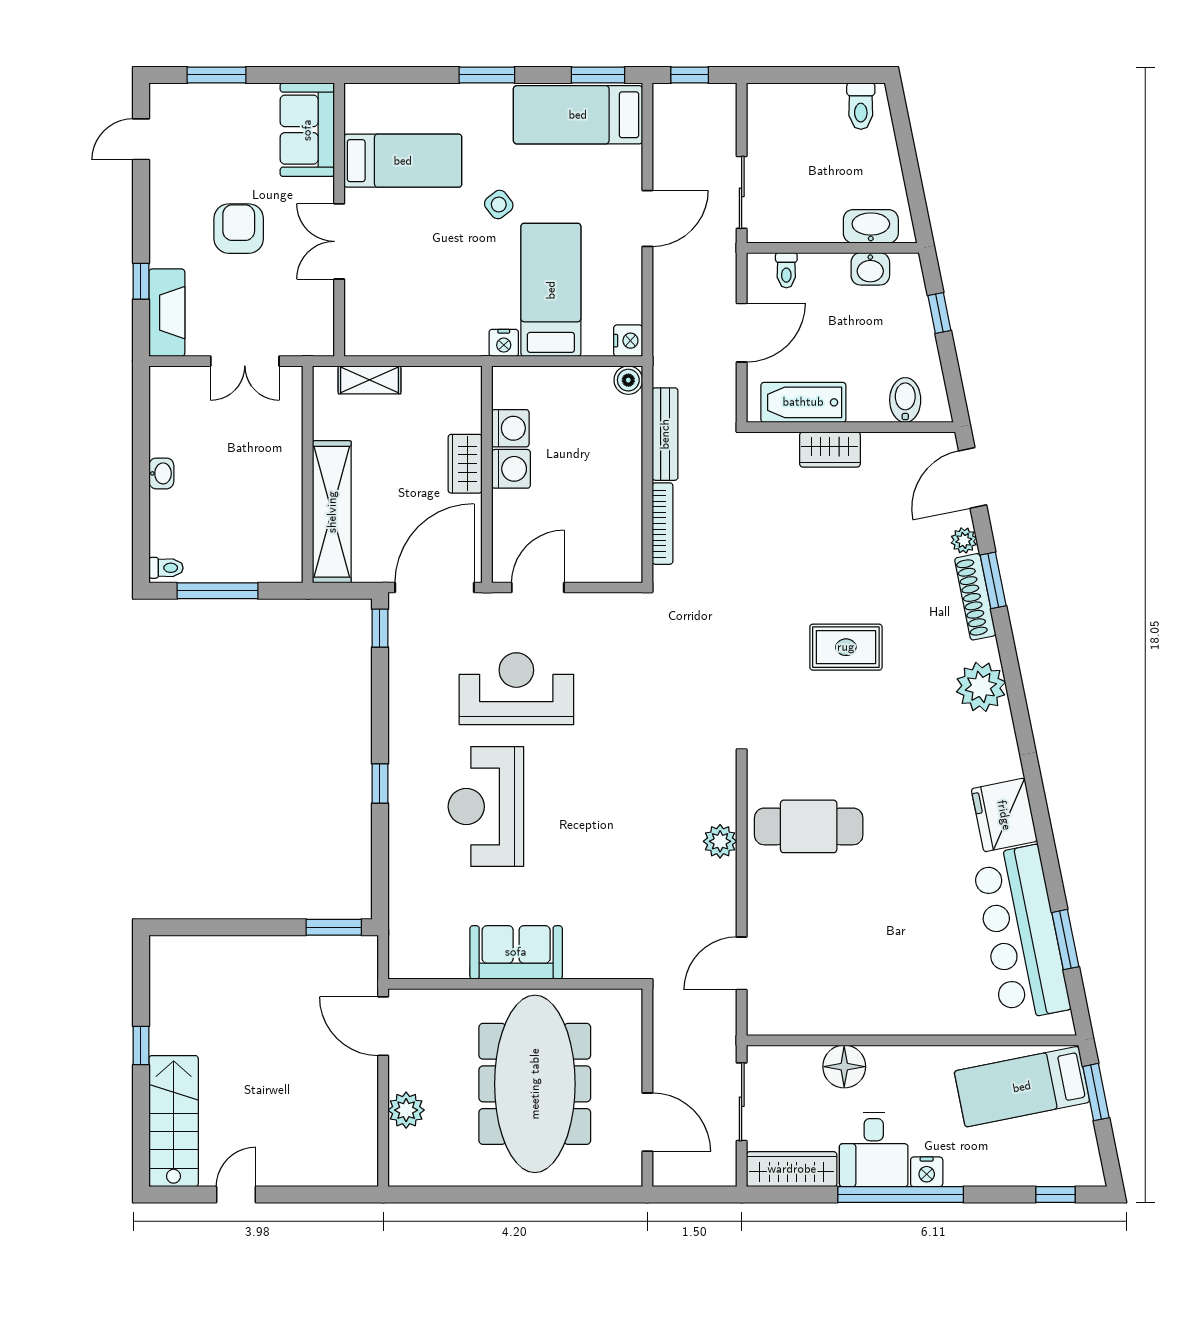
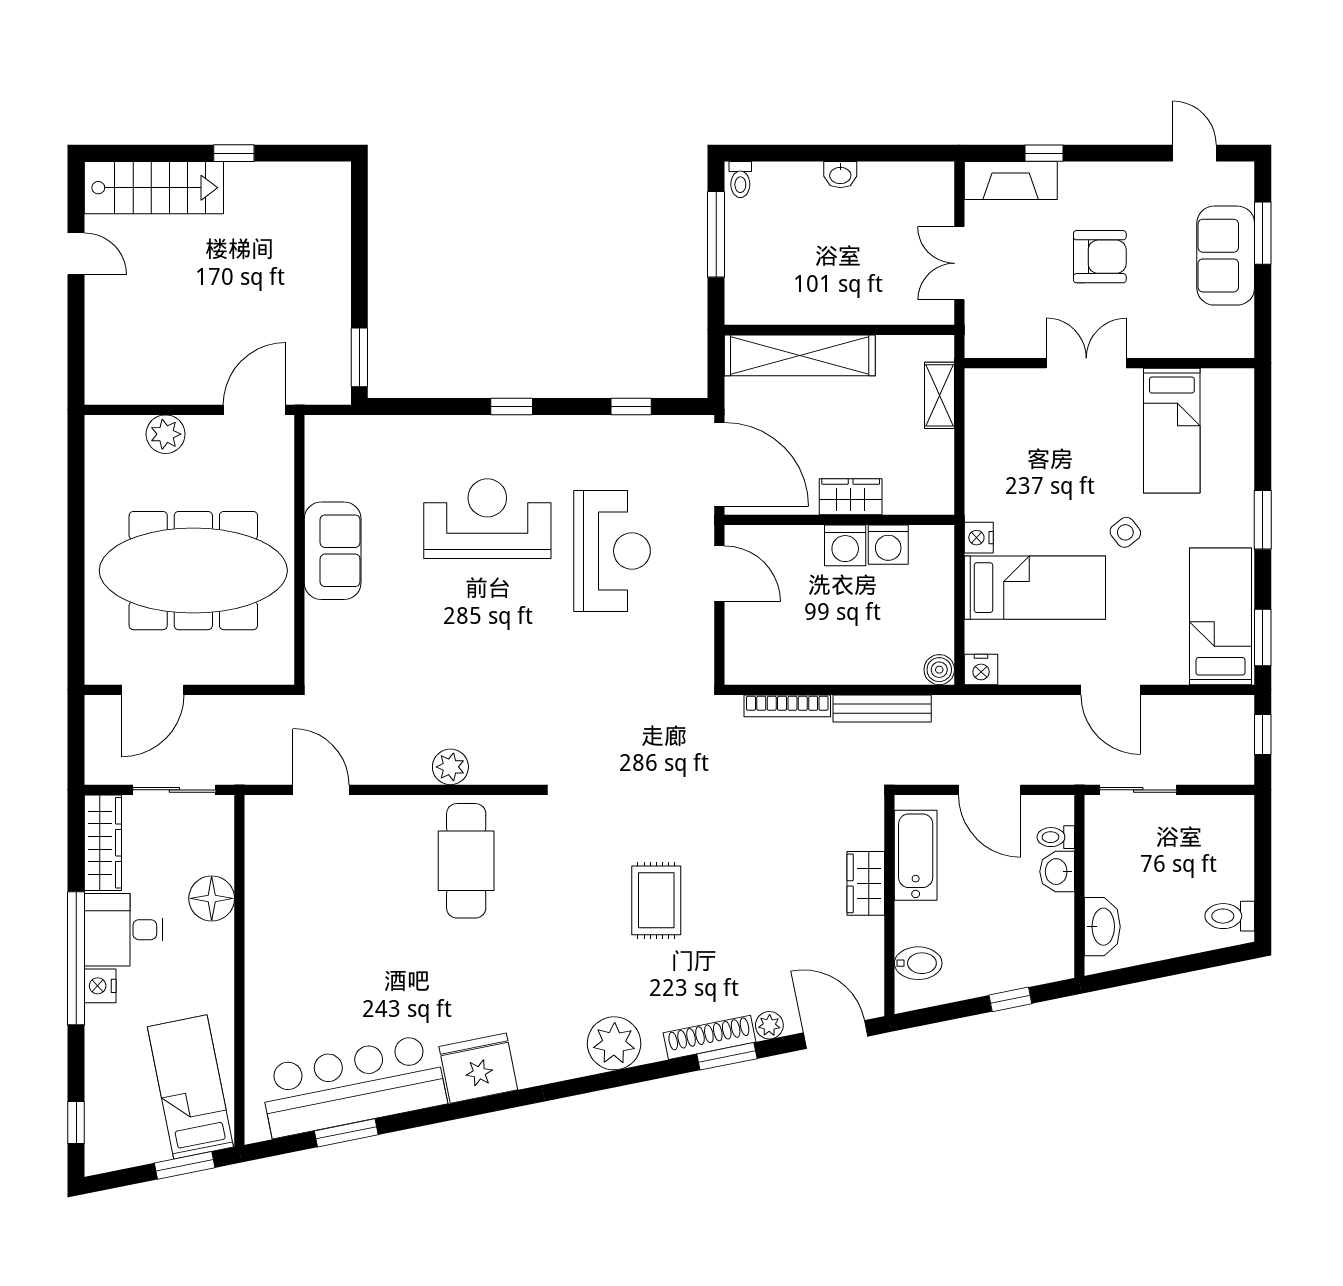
sofa: (307, 130) -> (1226, 256), moved, turned -90
washbasin: (870, 269) -> (1057, 872), moved
window: (380, 628) -> (631, 406), moved

